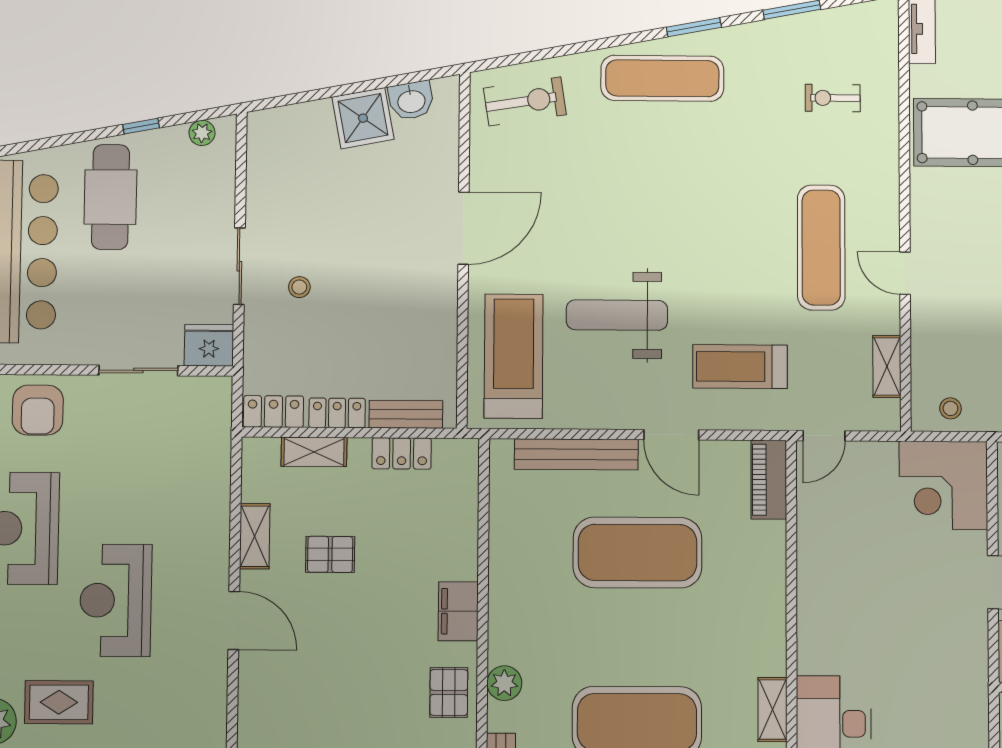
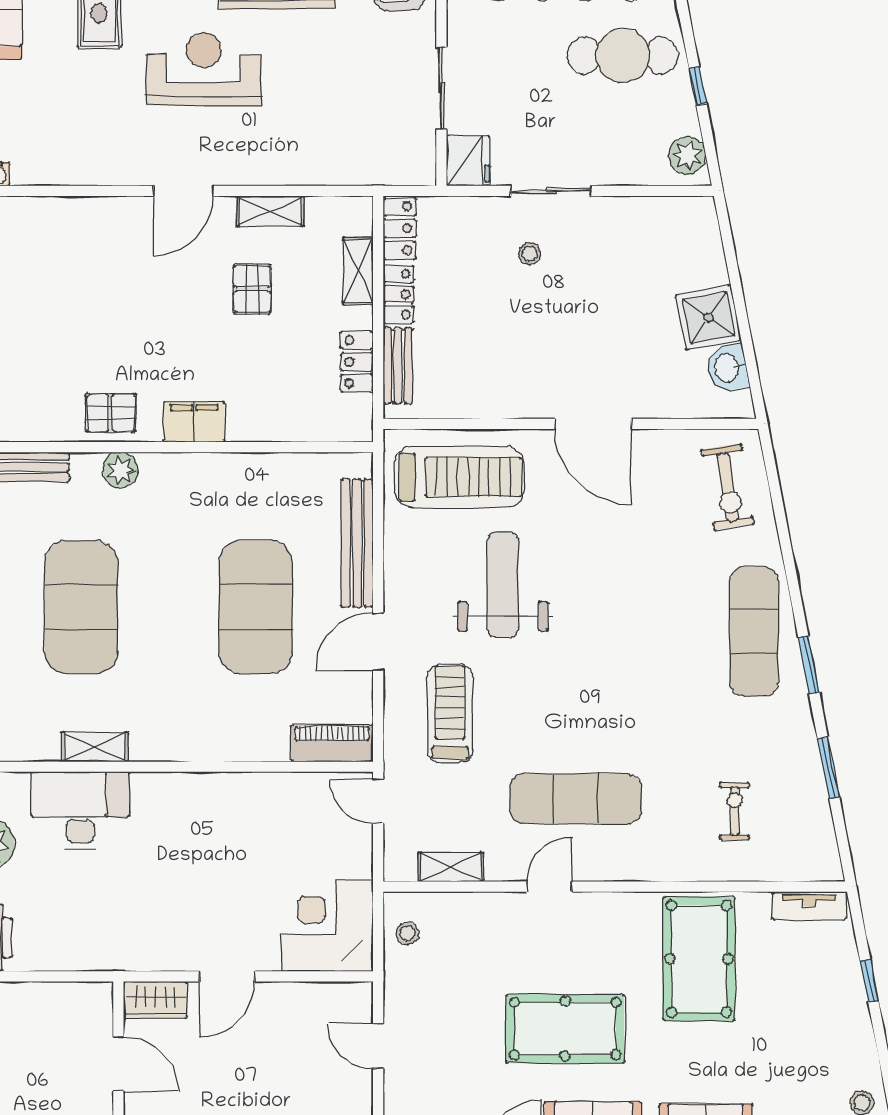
plant: (202, 133) -> (687, 155), width x1.38, depth x1.38

